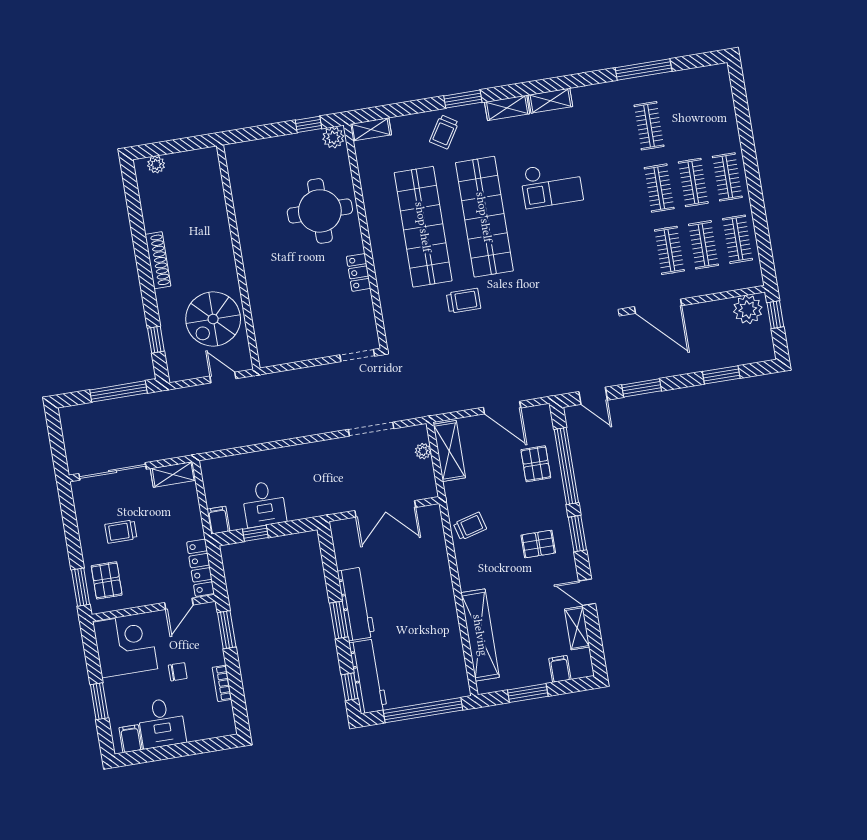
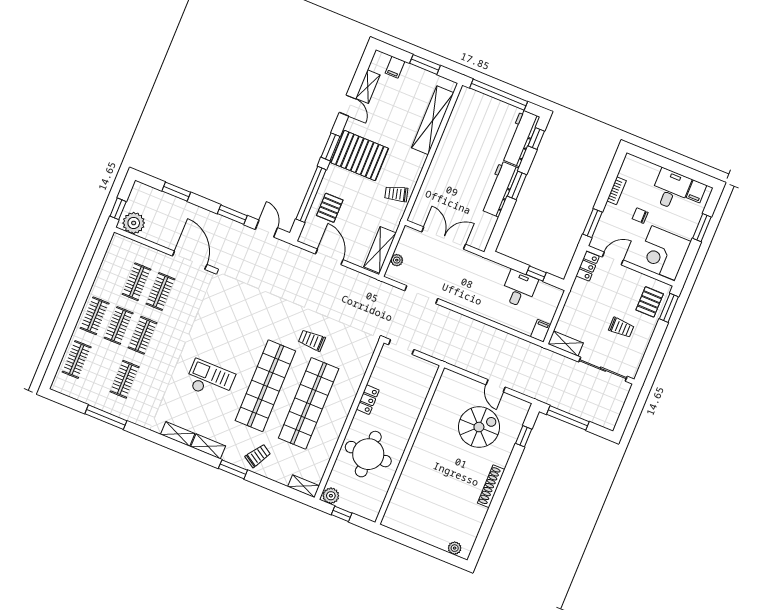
clothes rail: (738, 239) -> (77, 360), moved
wall: (238, 257) -> (410, 445), moved
filing cabinet: (218, 520) -> (541, 331), moved, turned 180
pallet: (538, 544) -> (360, 156), width x2.05, depth x2.00
locker: (200, 568) -> (588, 266), width x0.66

